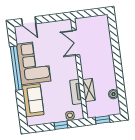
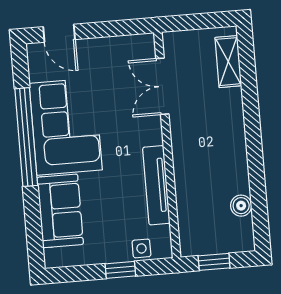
shelving: (89, 90) -> (228, 62), moved
tv unit: (76, 92) -> (156, 185), width x1.41

